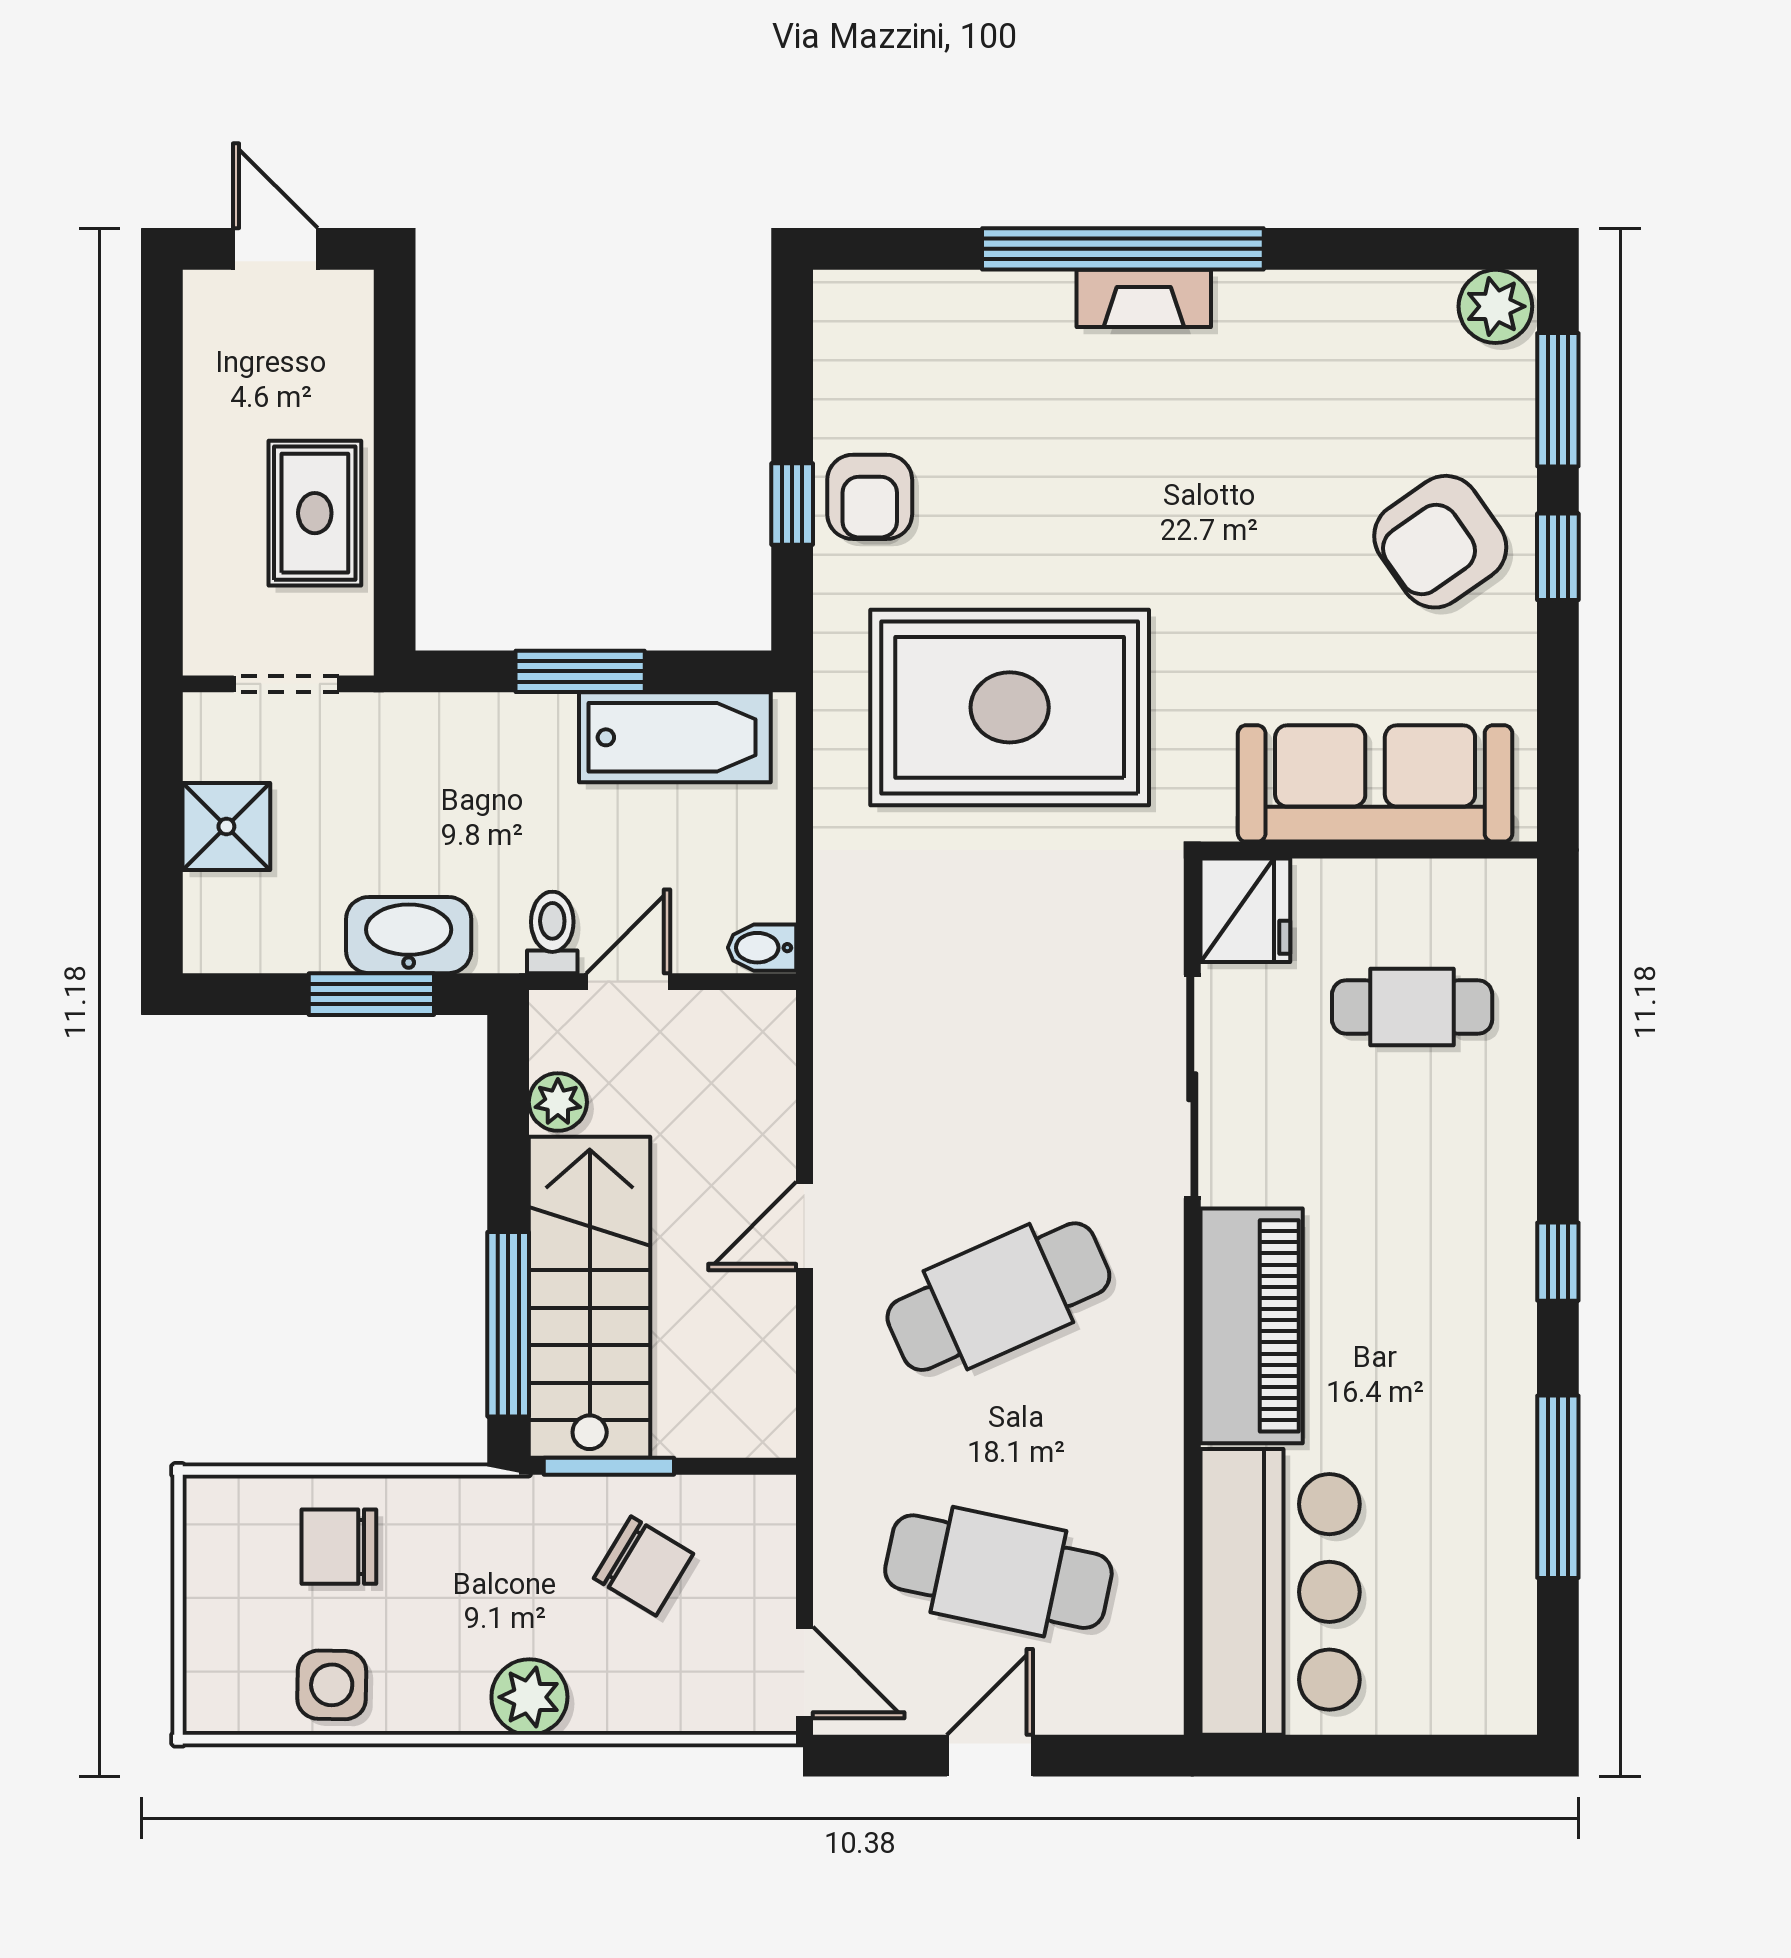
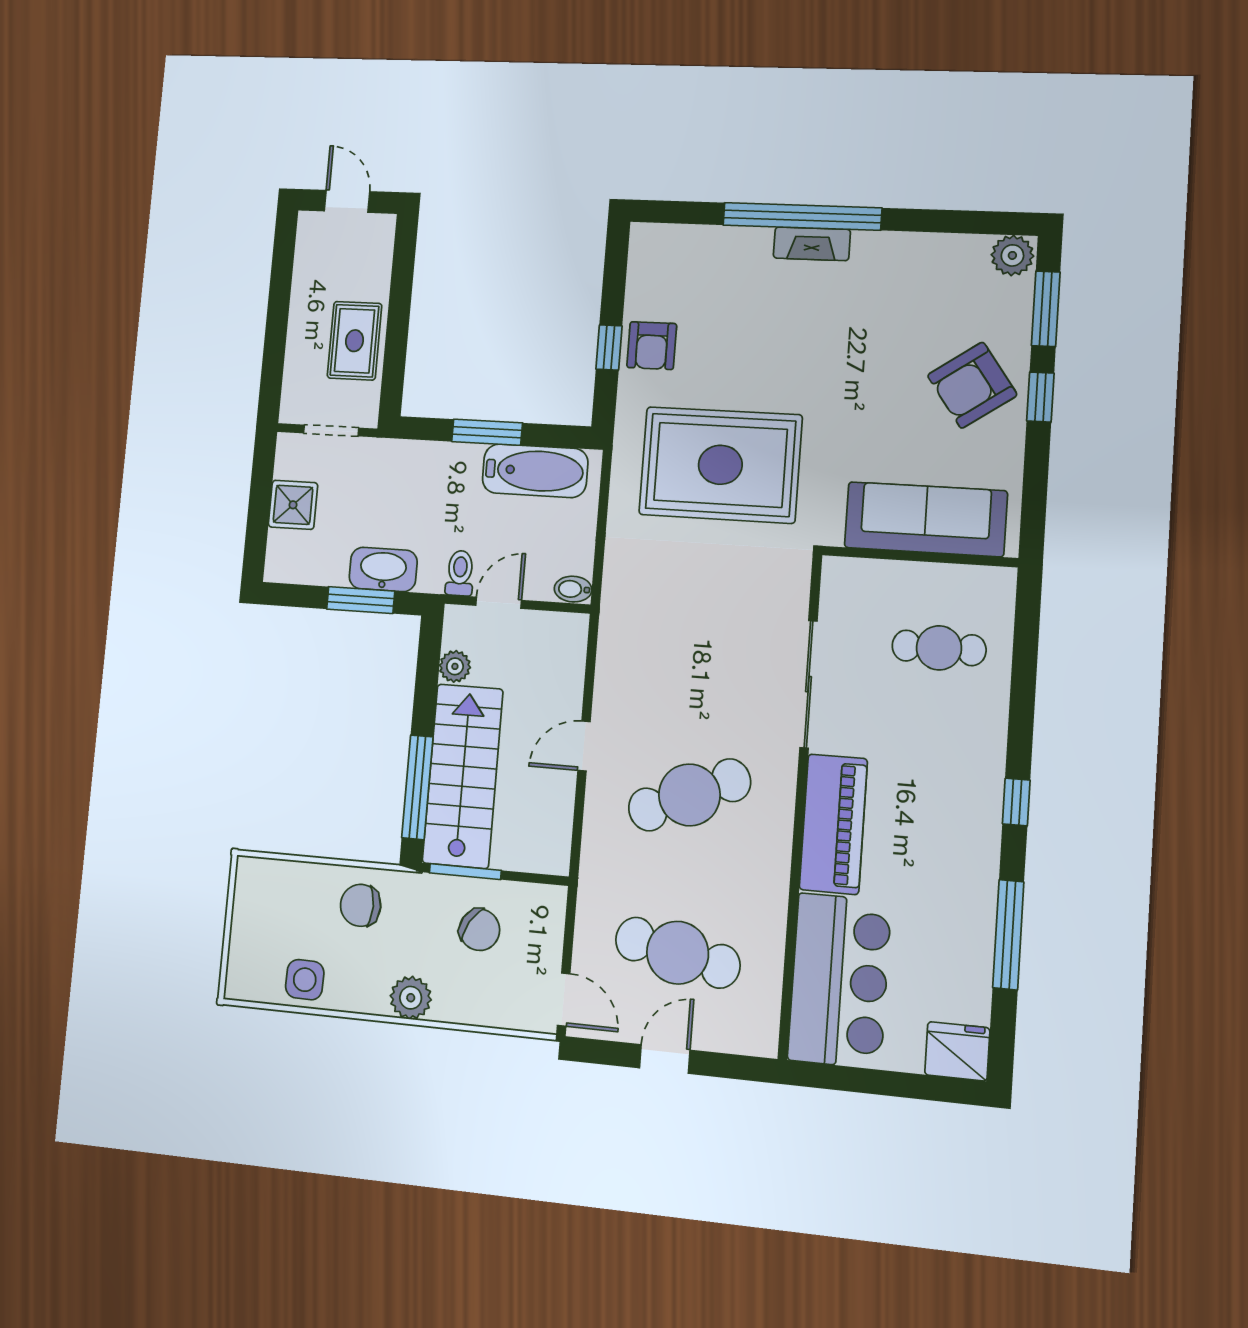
fridge: (1245, 910) -> (957, 1051), moved, turned -90
chair: (339, 1547) -> (361, 905), moved

